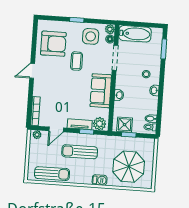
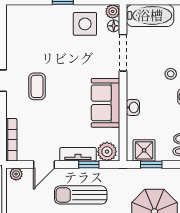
armchair: (53, 44) -> (31, 38), removed
coffee table: (77, 61) -> (37, 86), moved

